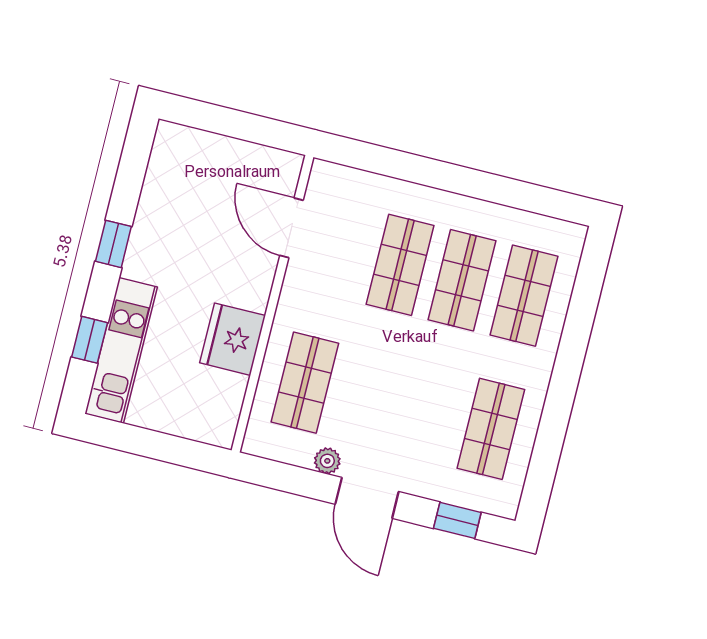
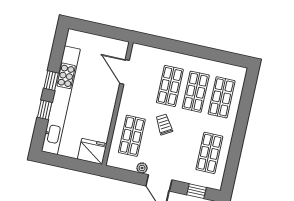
fridge: (233, 339) -> (92, 151), moved, turned 90
window: (90, 340) -> (45, 110), moved
kitchen unit: (121, 350) -> (61, 100), width x1.86
trolley: (384, 357) -> (164, 124), added

